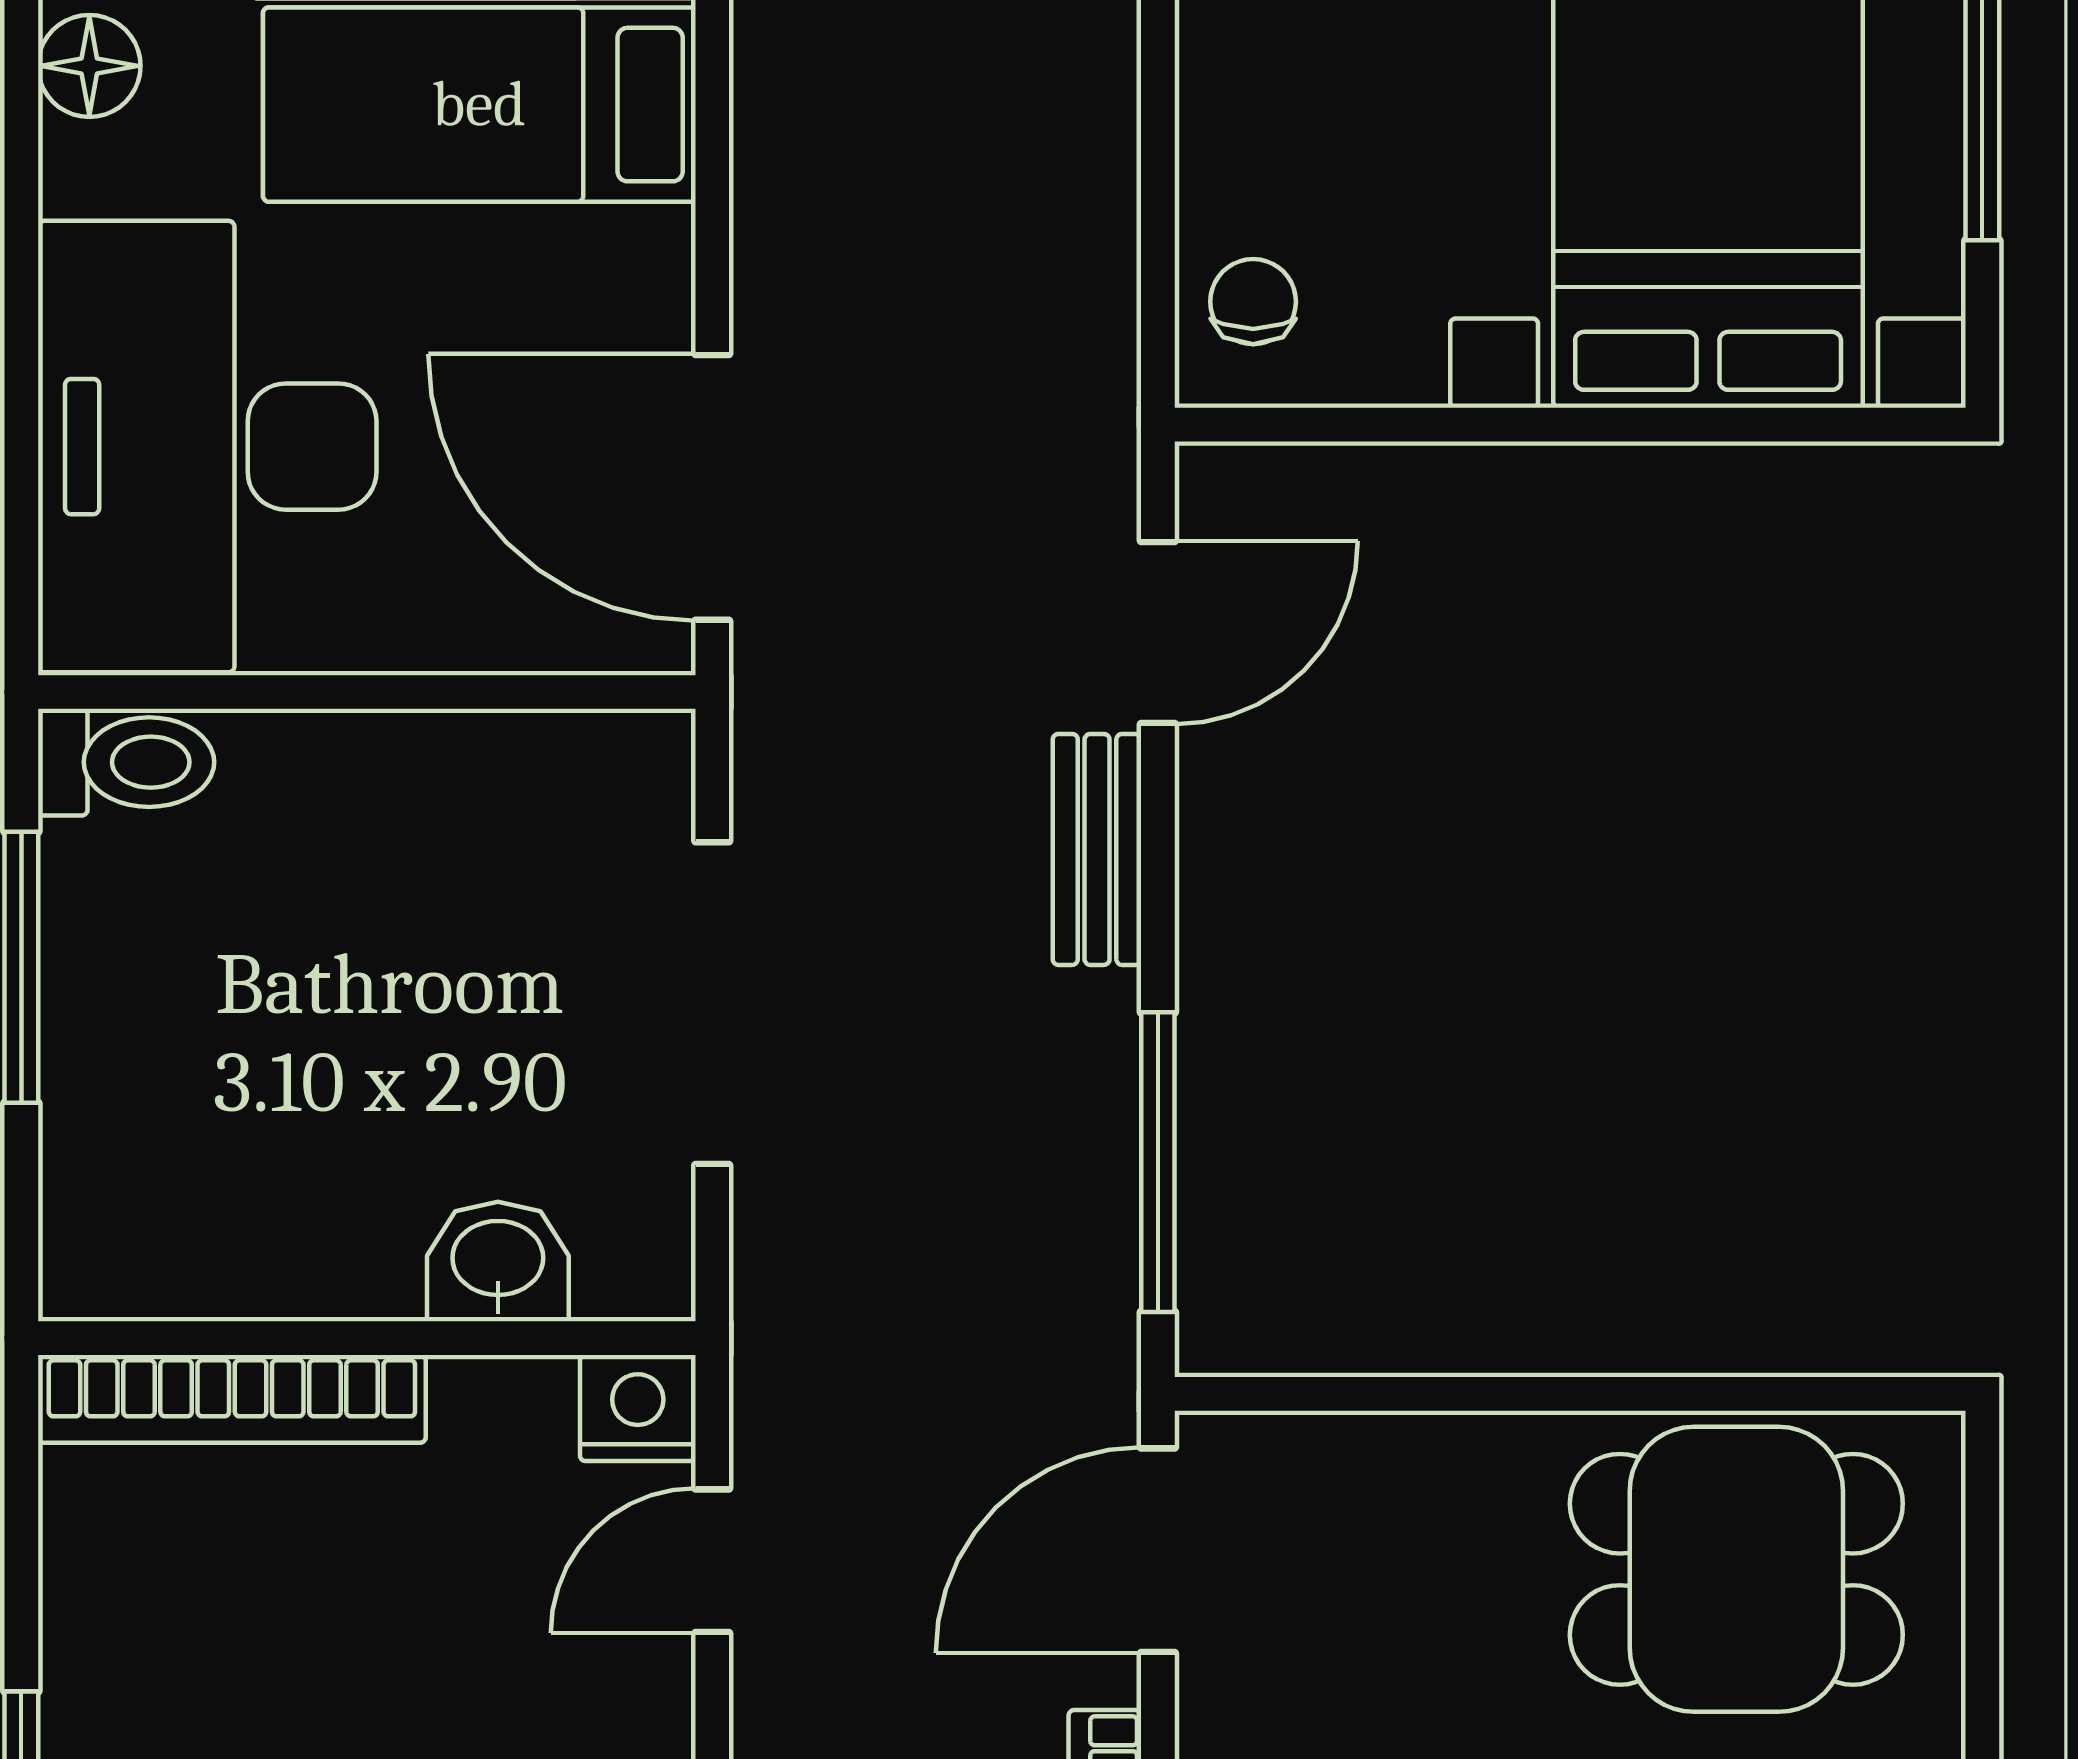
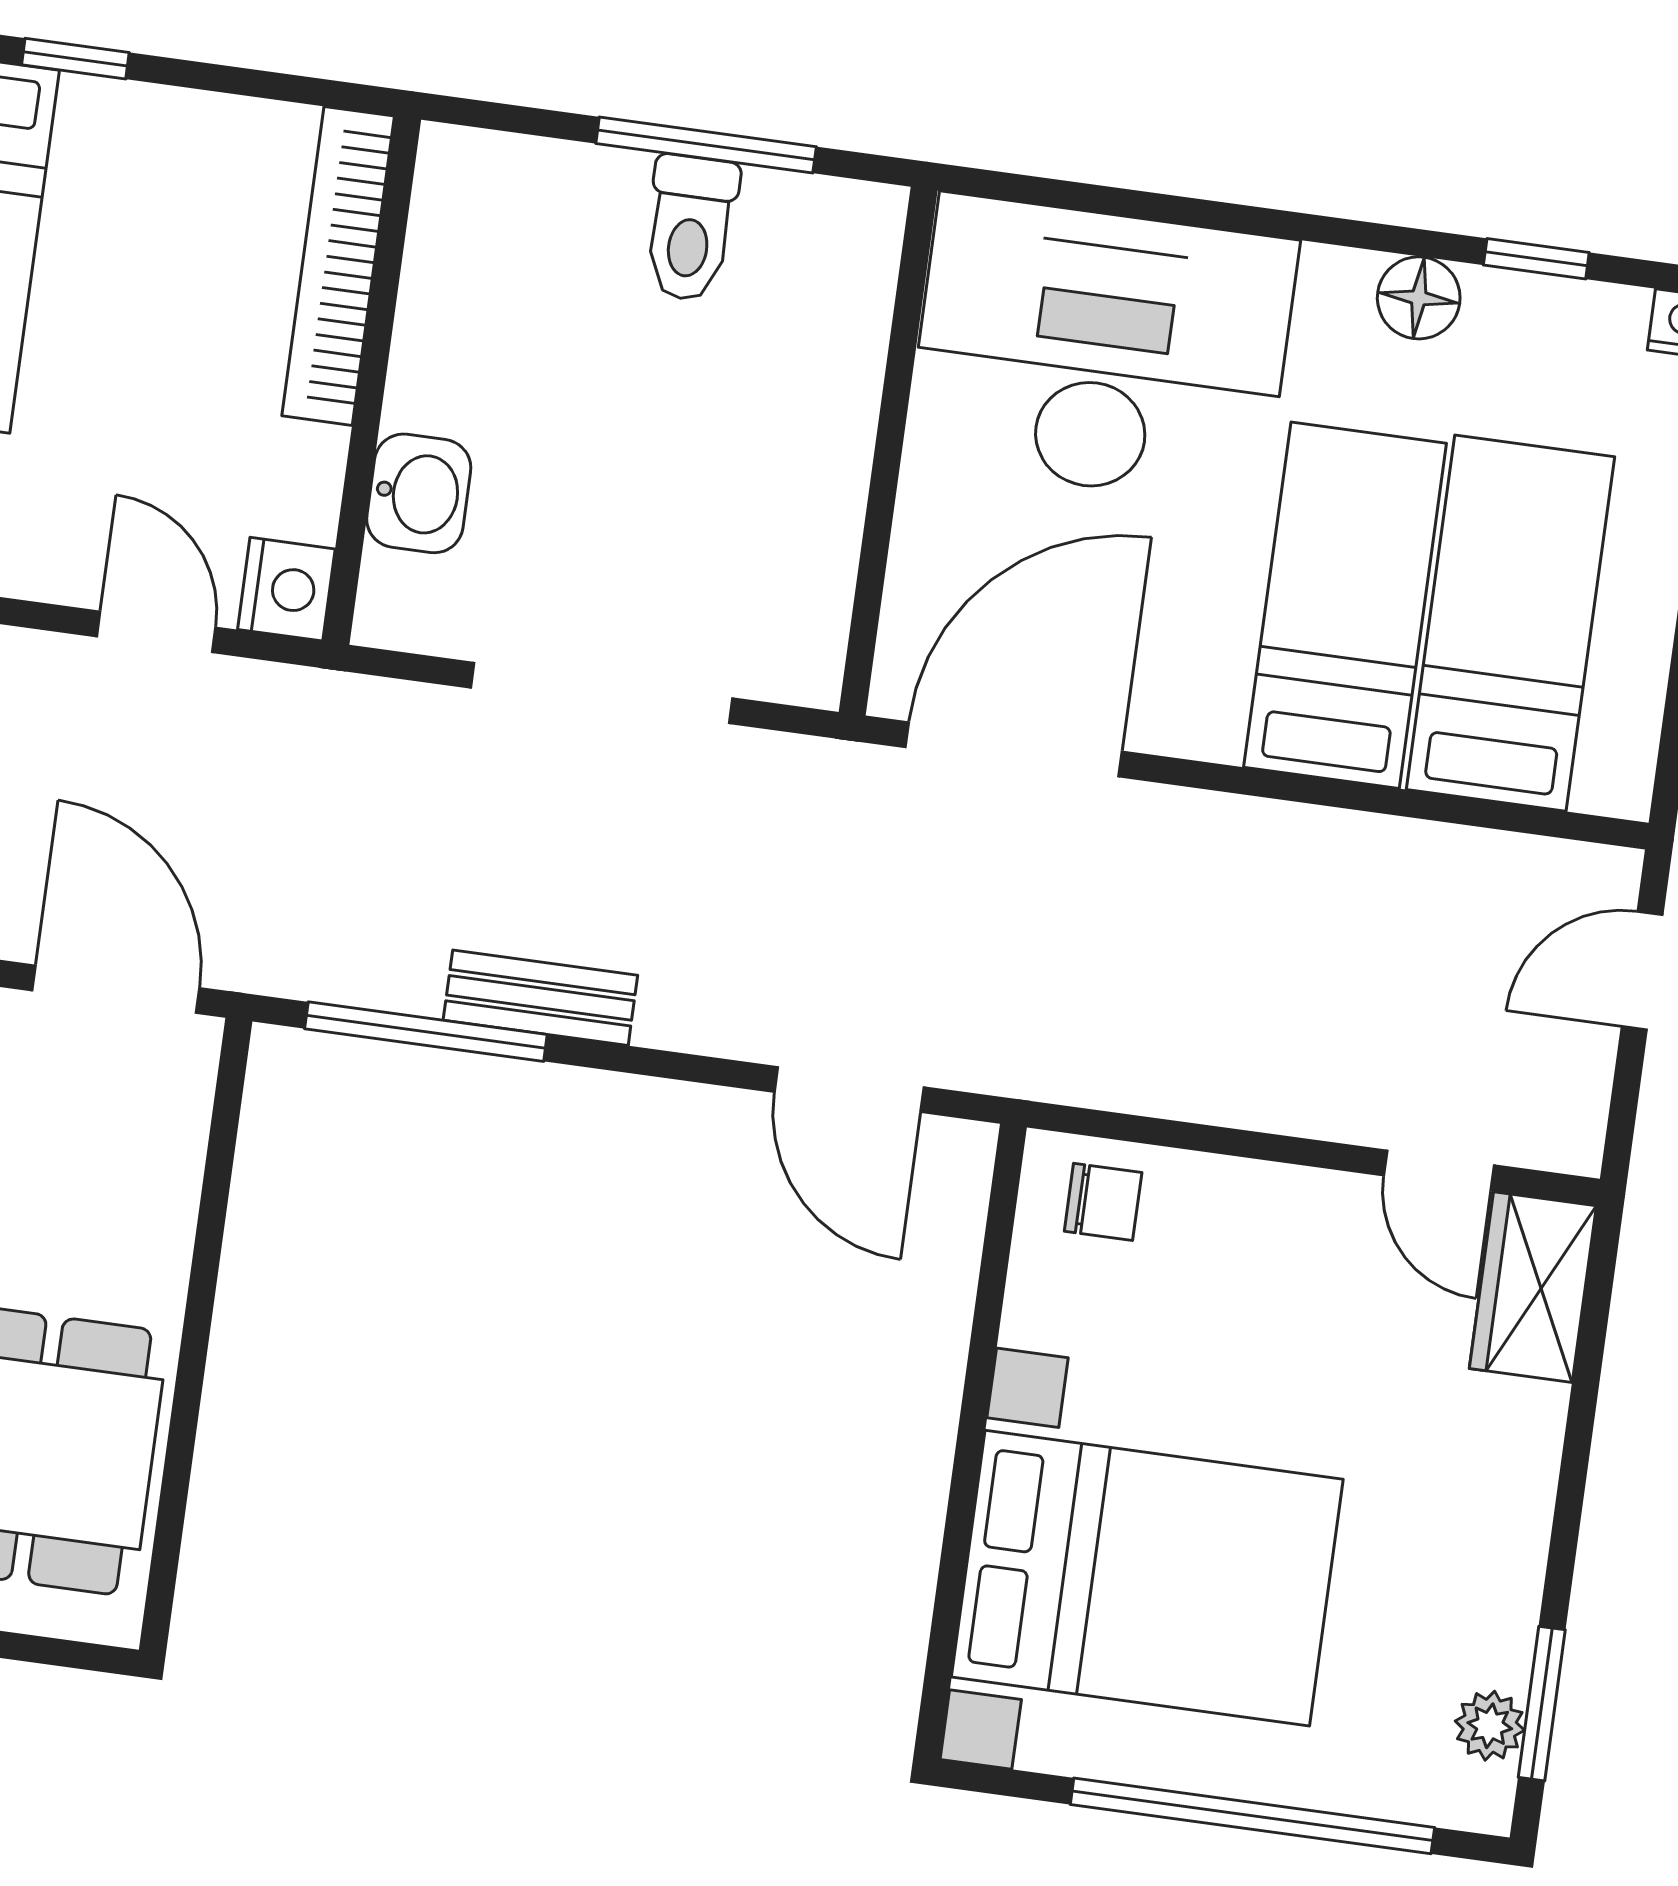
toilet: (126, 762) -> (690, 228), moved
bench: (1097, 849) -> (540, 998), moved

